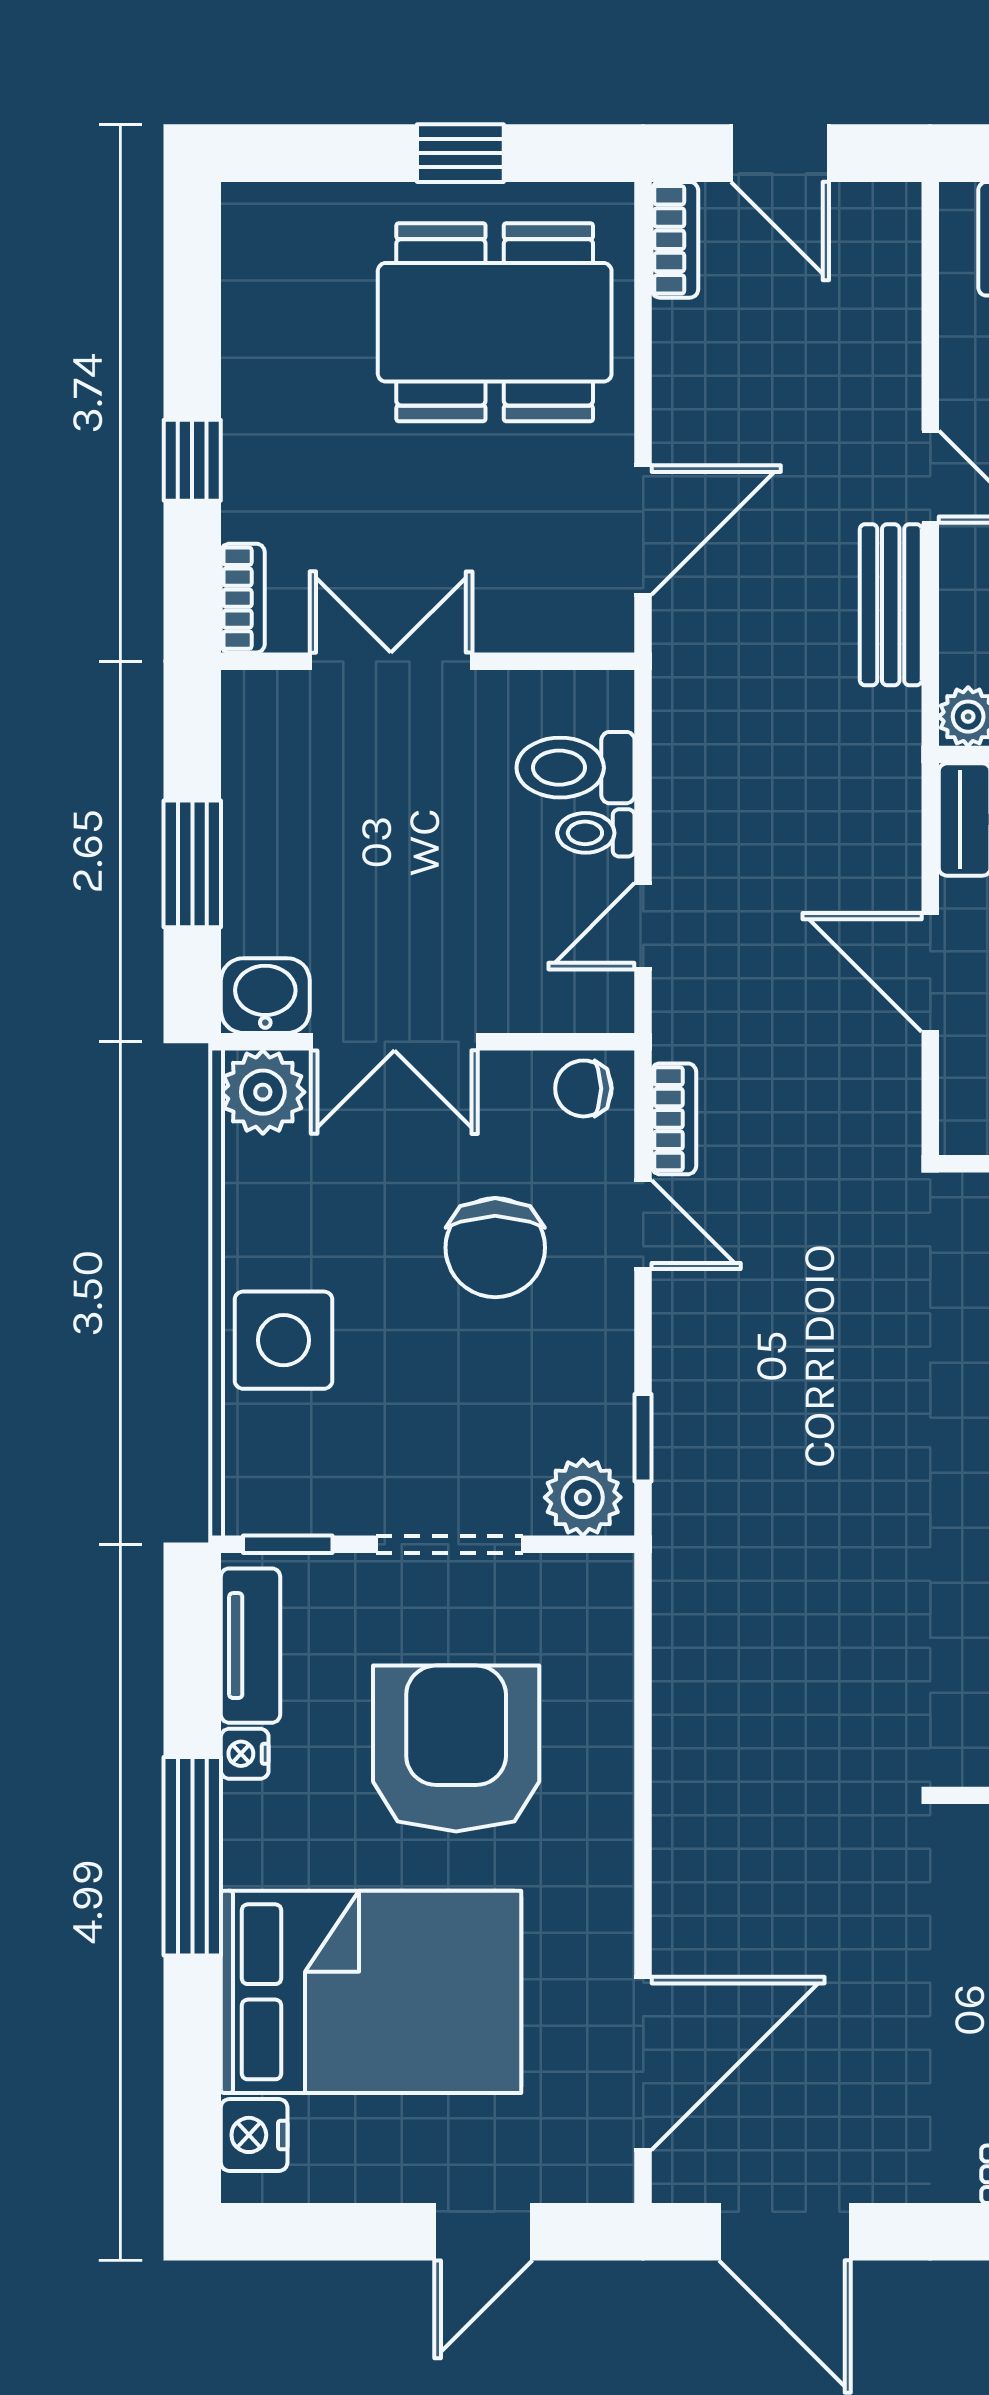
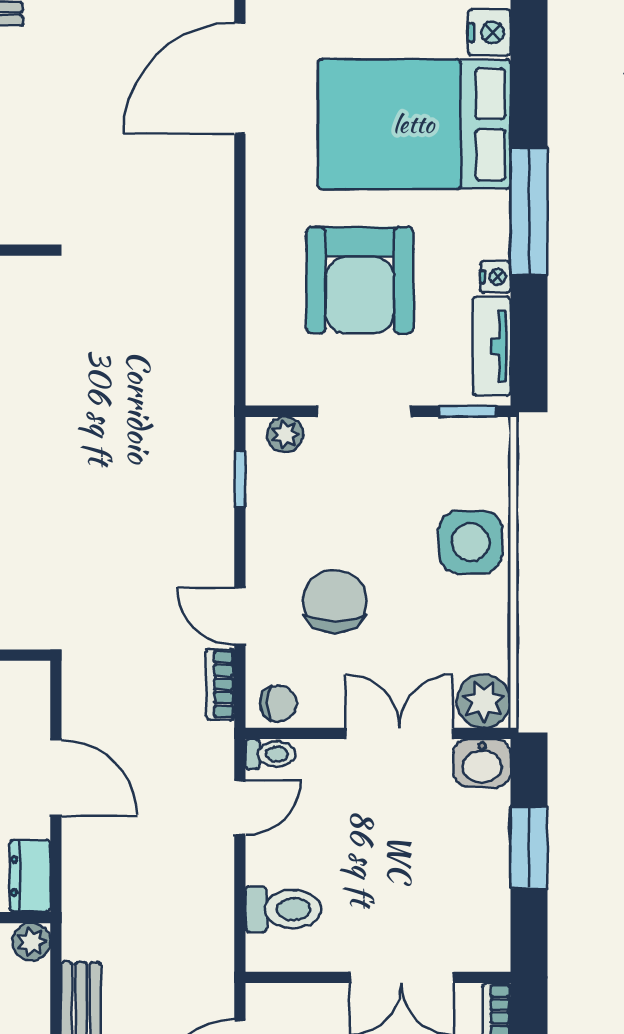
toilet: (596, 833) -> (270, 754), moved
plant: (583, 1497) -> (285, 435), width x0.73, depth x0.73

